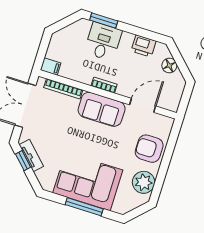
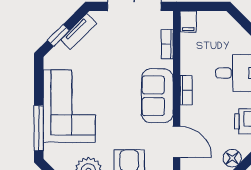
bookcase: (63, 89) -> (167, 44), width x0.64
window: (23, 161) -> (58, 35), moved
window: (84, 207) -> (39, 128), moved

